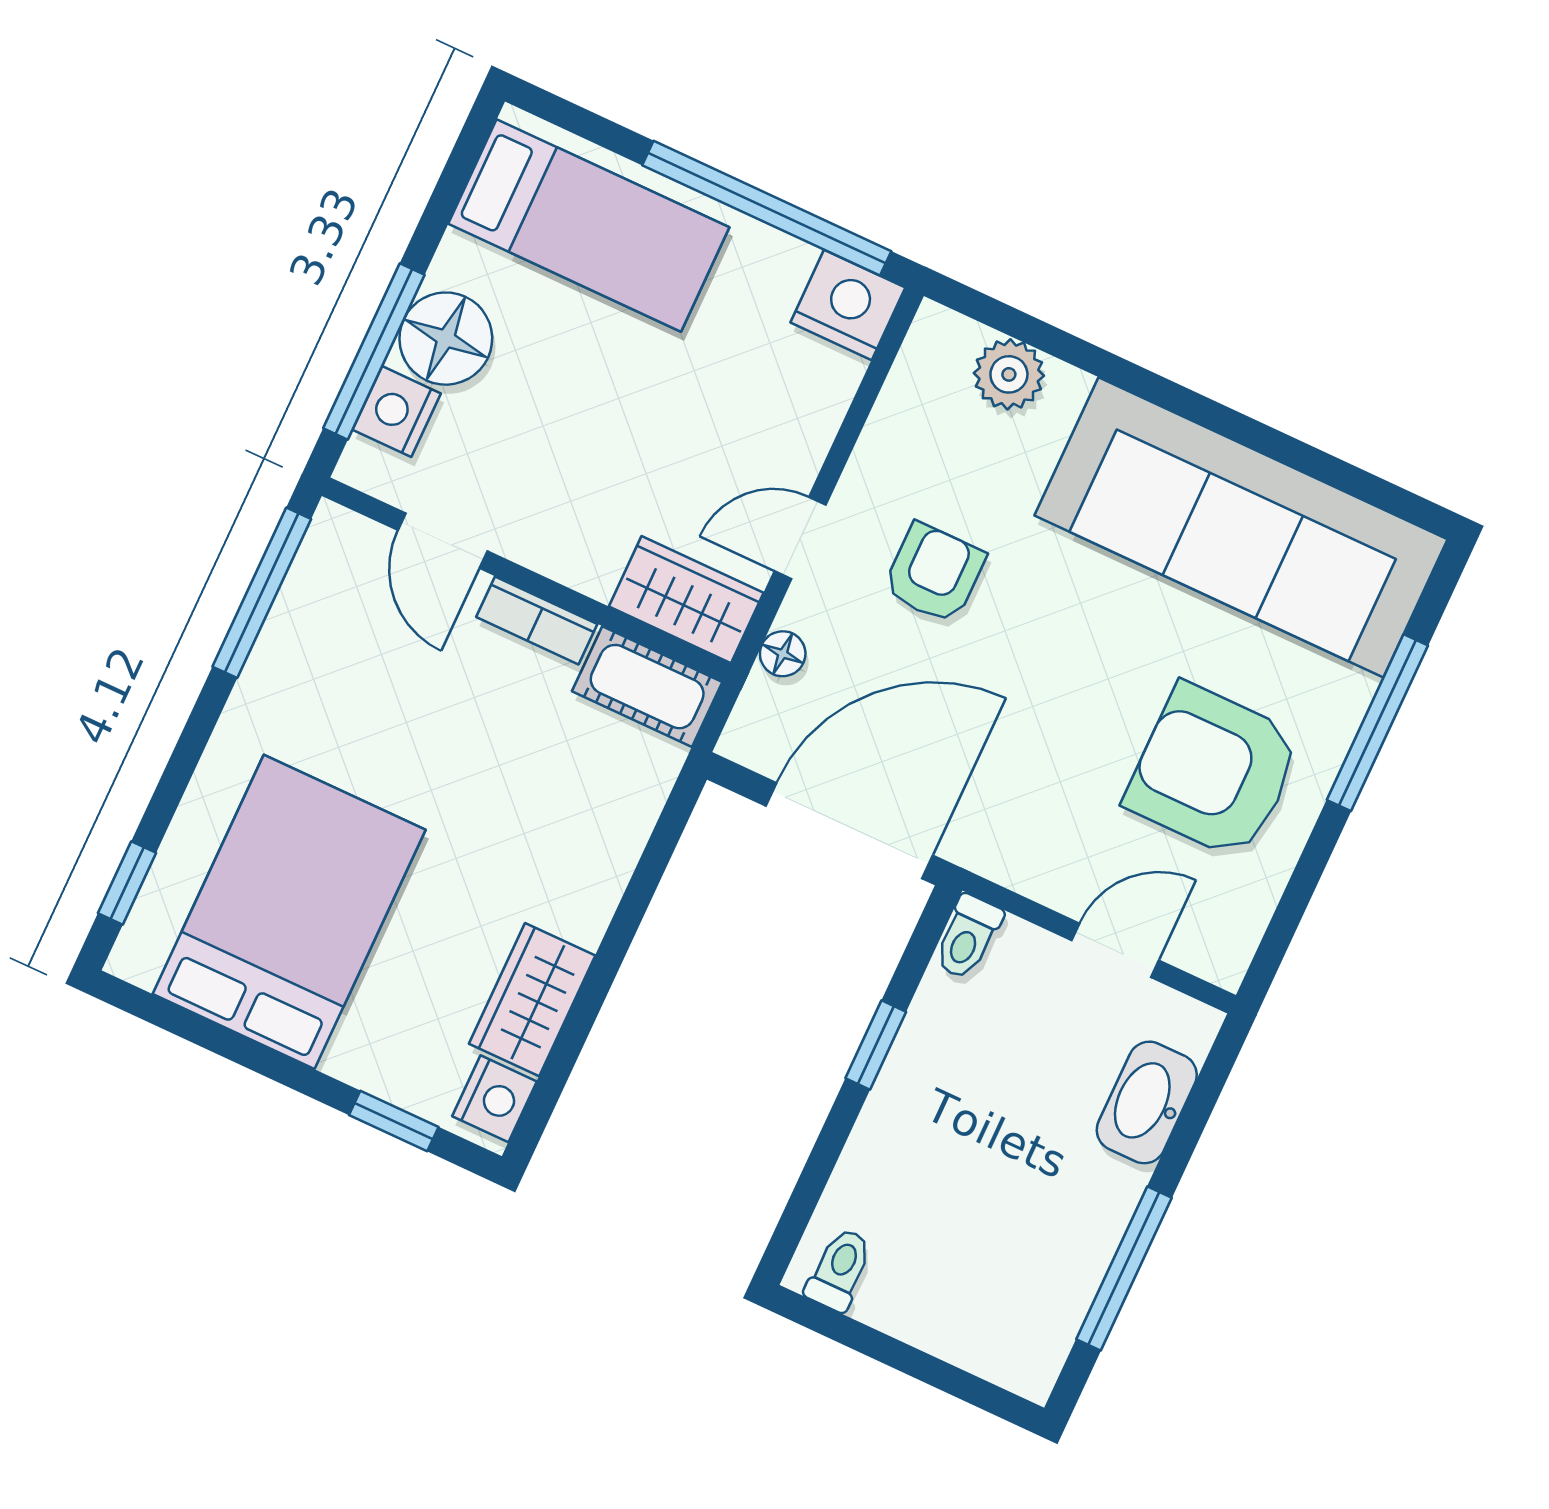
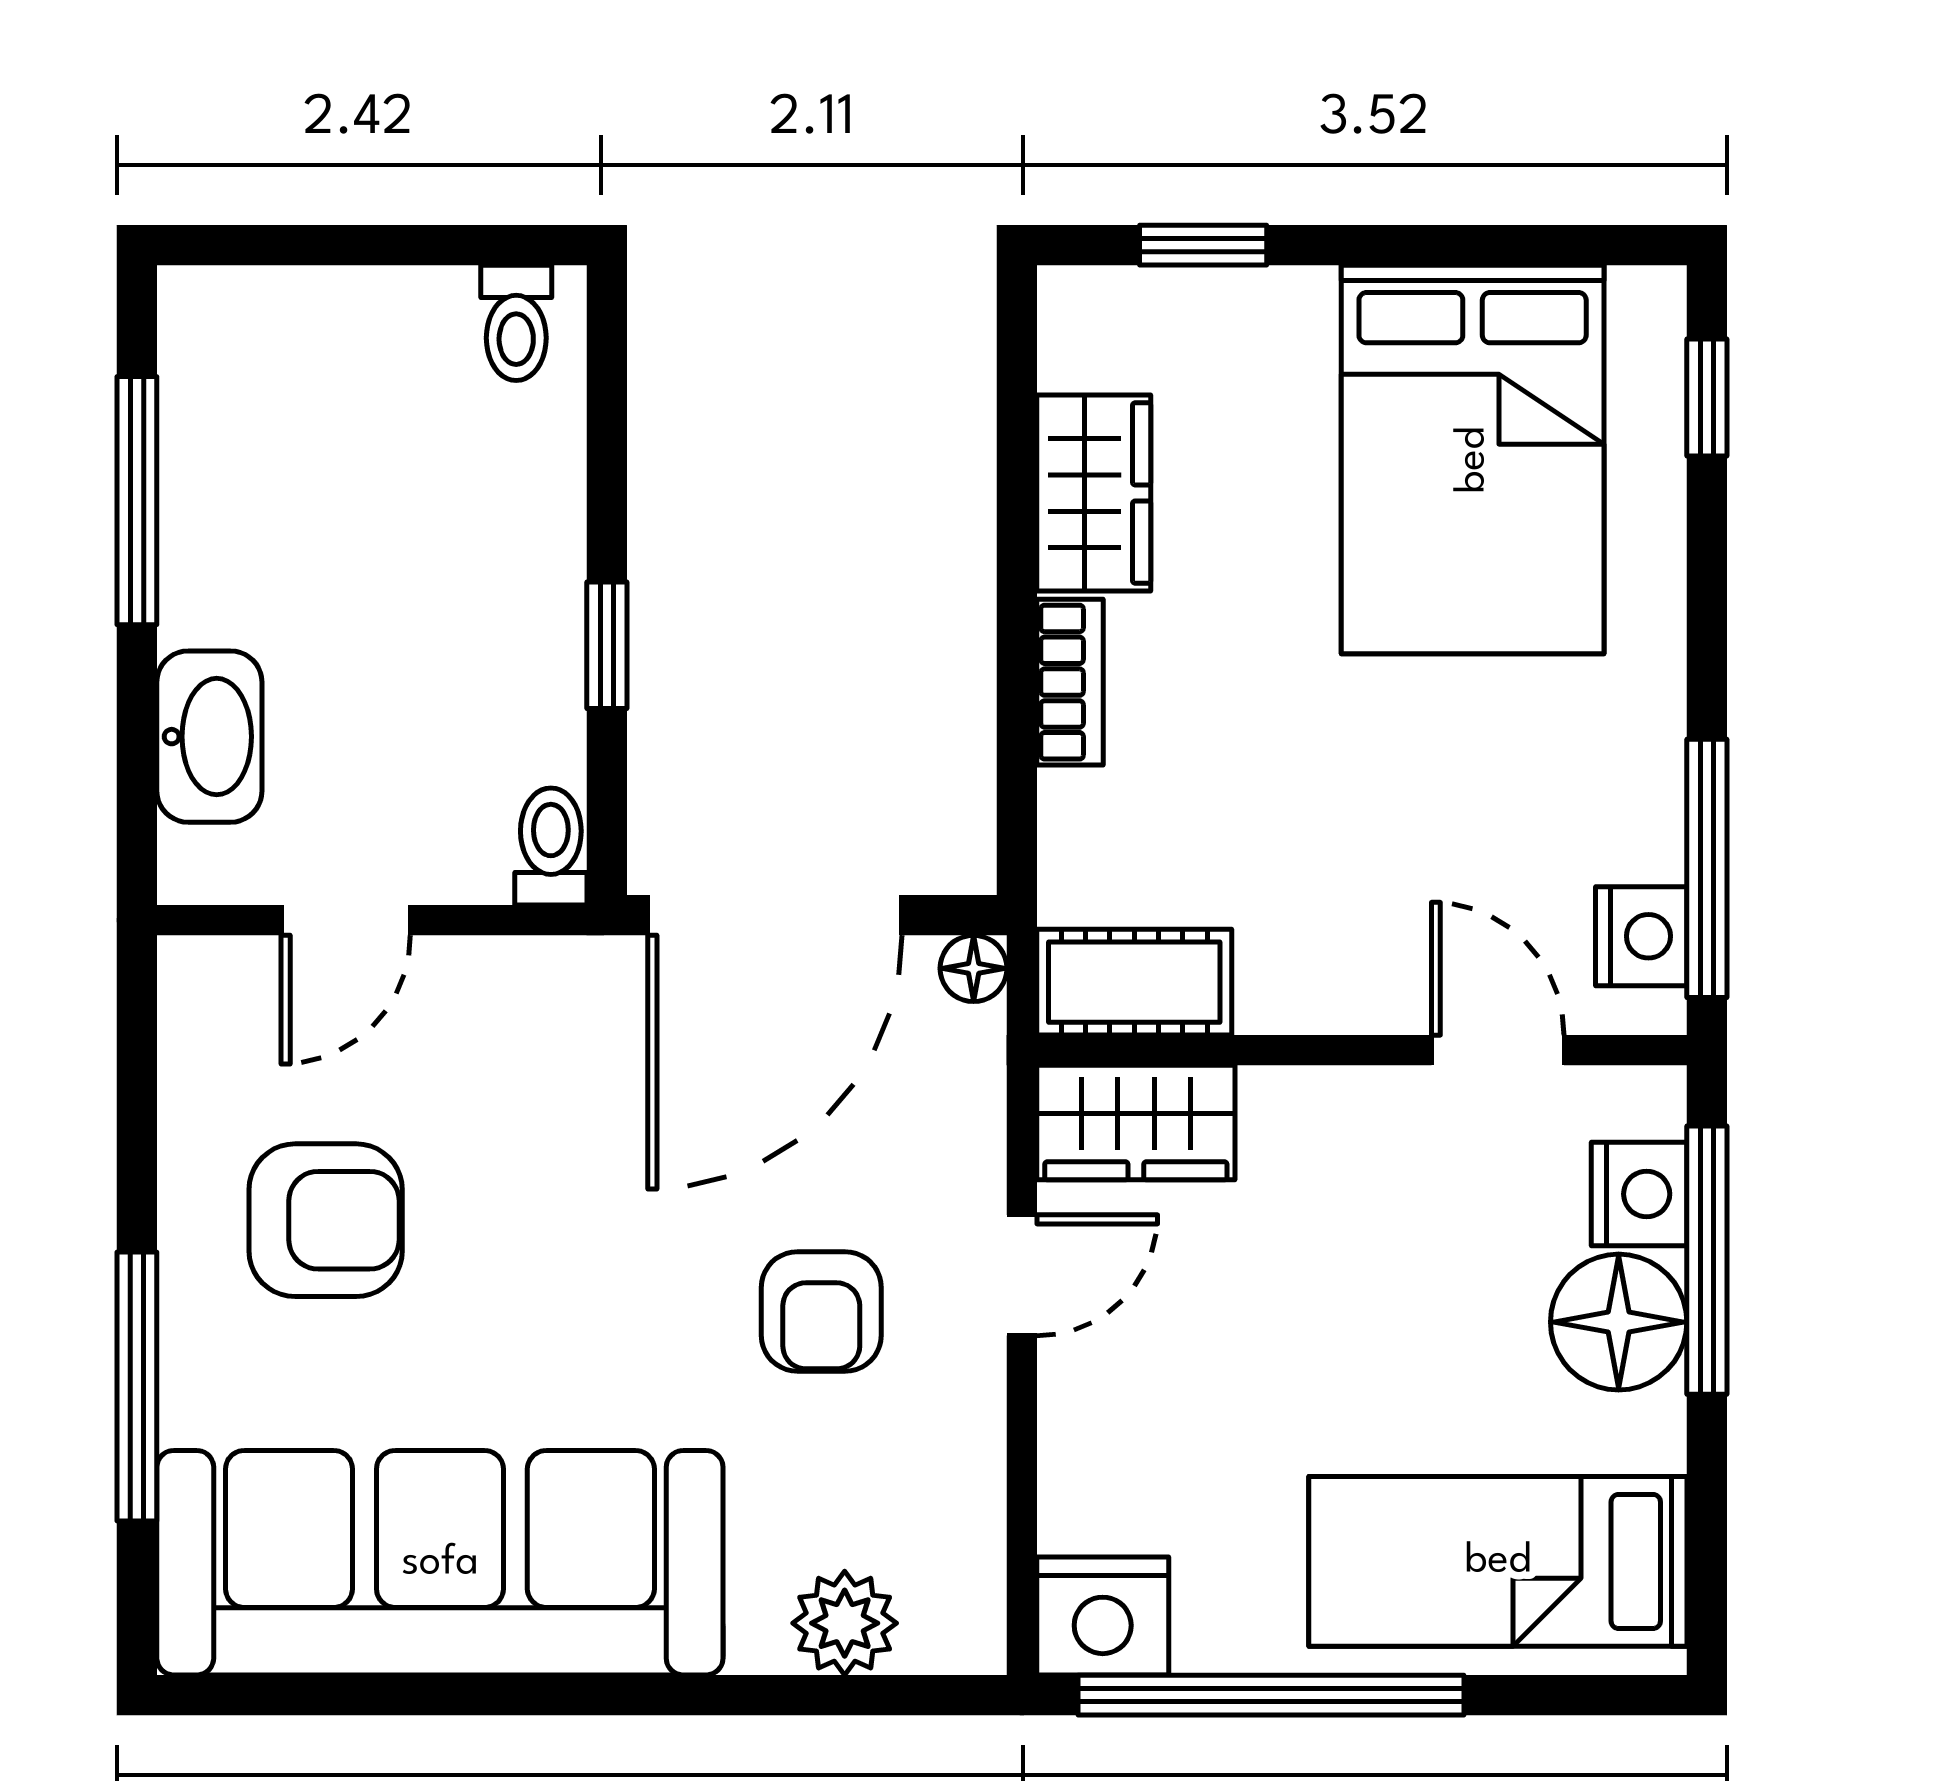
bookcase: (537, 621) -> (1070, 682), moved, turned 90
floor lamp: (783, 654) -> (974, 968), moved
armchair: (1213, 771) -> (326, 1220), width x0.73, depth x0.73
nightstand: (495, 1099) -> (1641, 936), moved, turned 180

